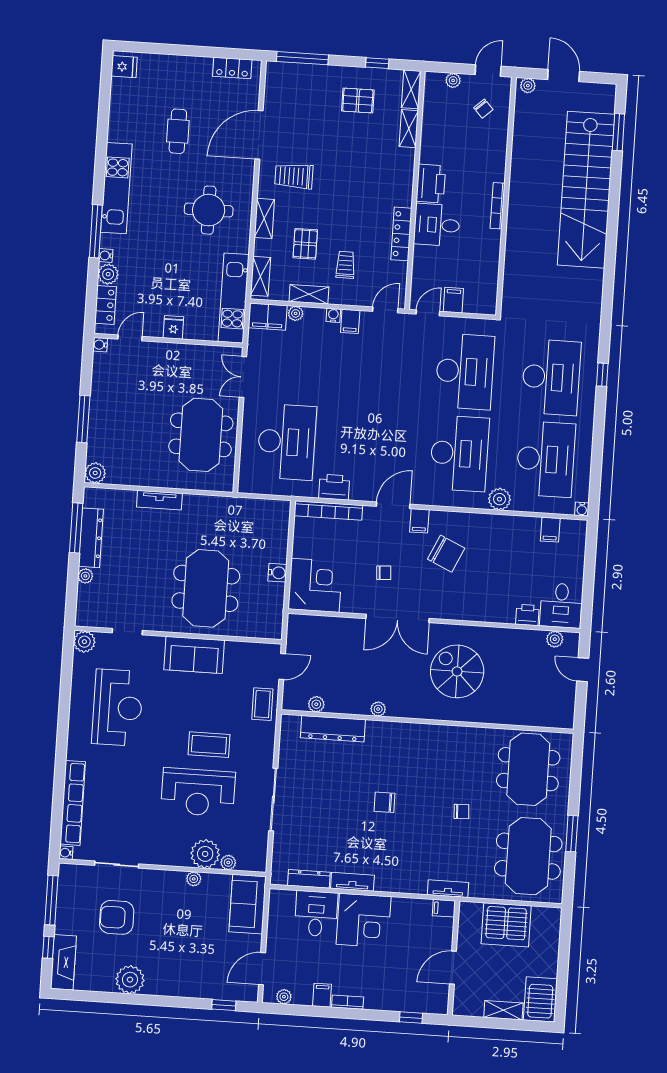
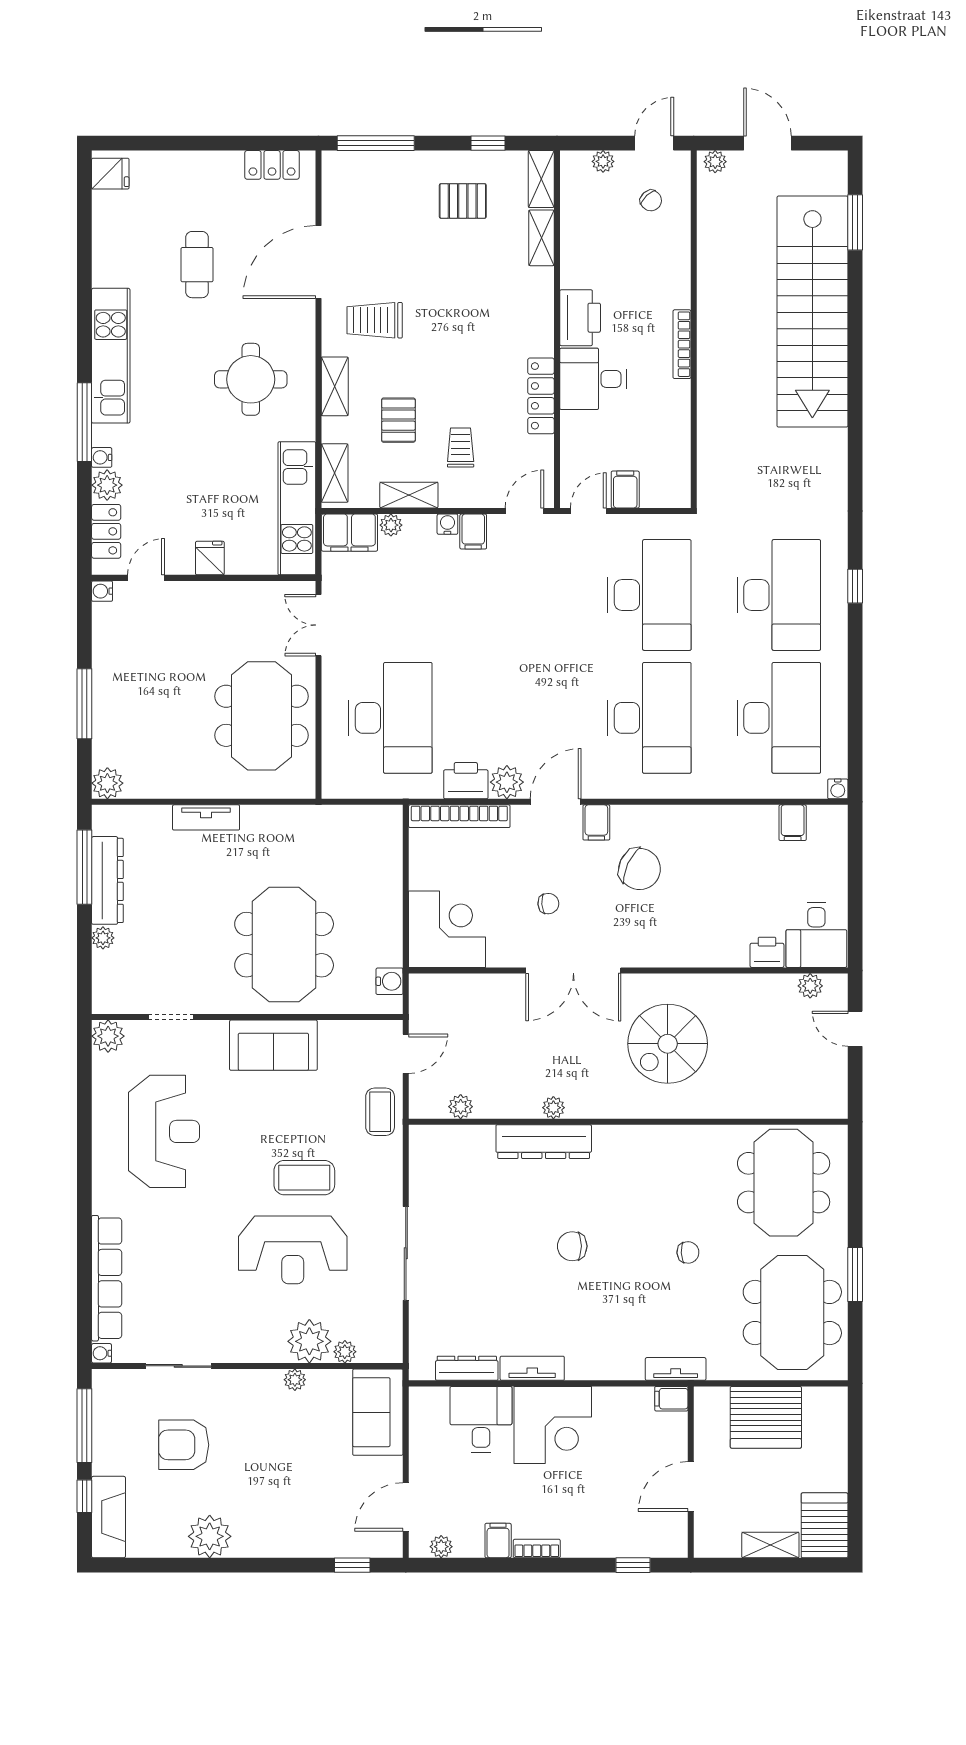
plant: (499, 499) -> (507, 782), moved
water cooler: (277, 573) -> (390, 981), moved
spiral stairs: (457, 671) -> (668, 1044), turned -90
dresser: (333, 729) -> (544, 1142), moved

